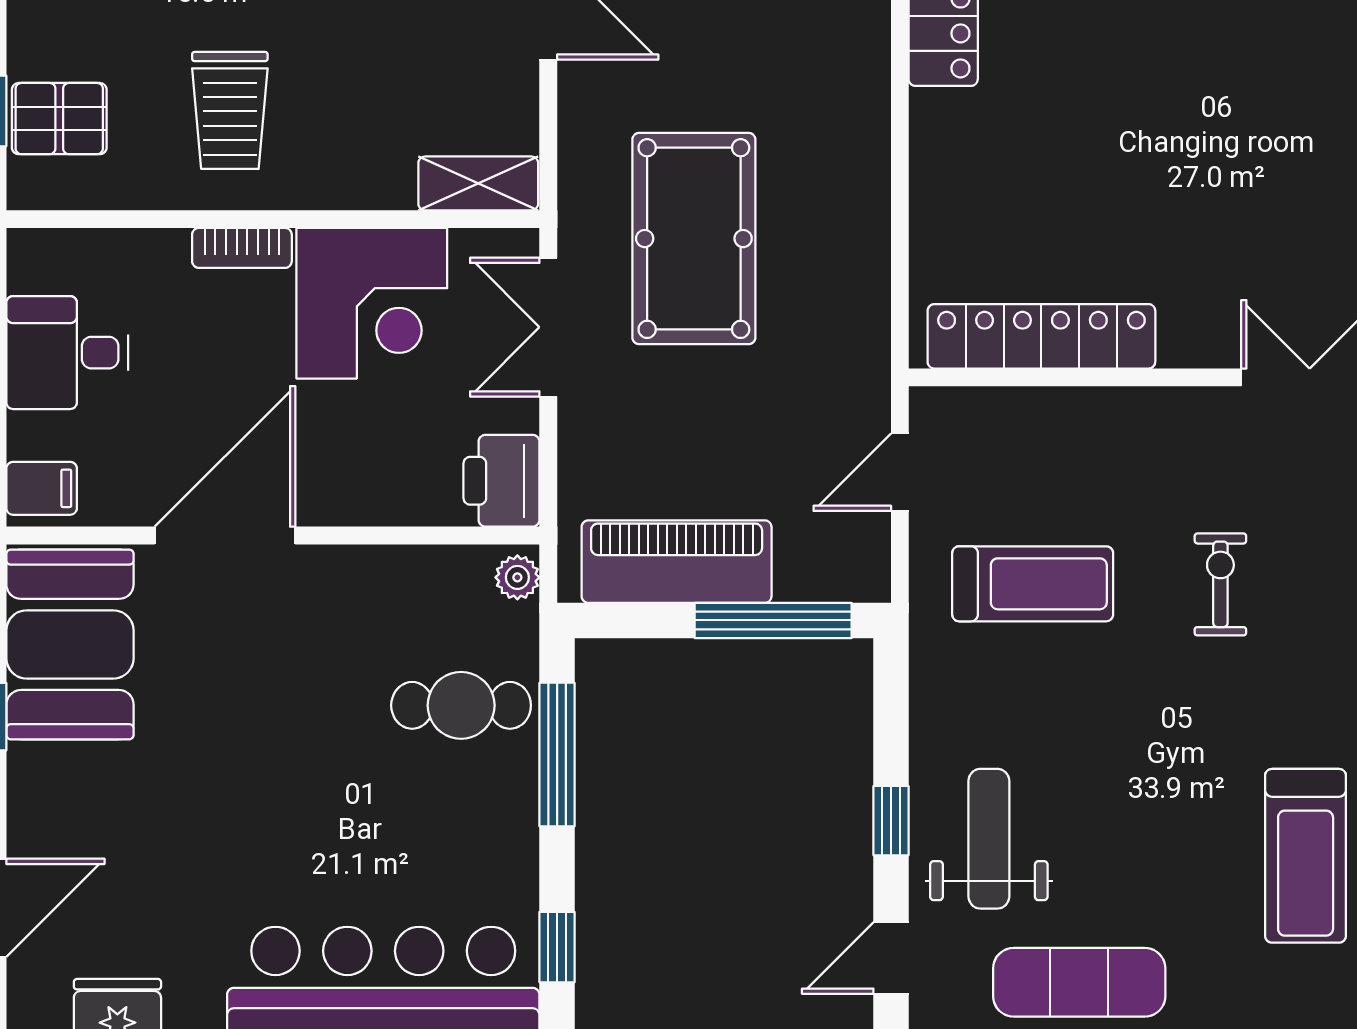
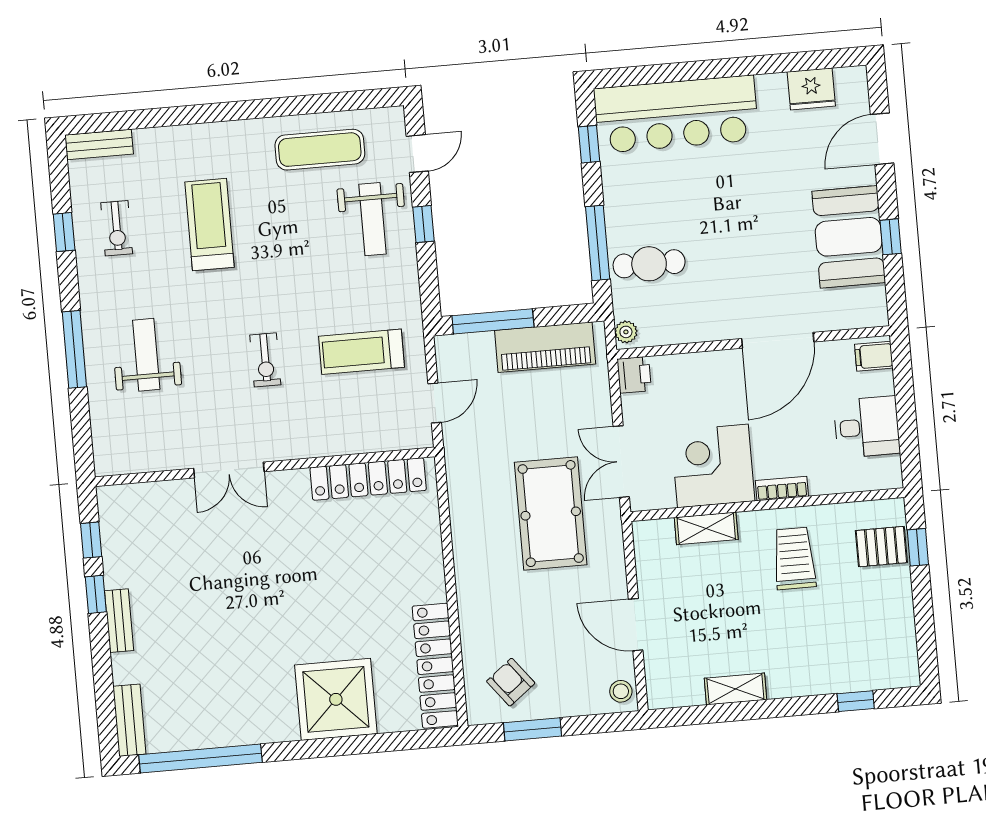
shelving: (478, 183) -> (706, 528), moved
double door: (548, 327) -> (621, 462), swing flipped
printer: (501, 481) -> (634, 375), width x0.73, depth x0.81
booth: (70, 644) -> (849, 237), moved

